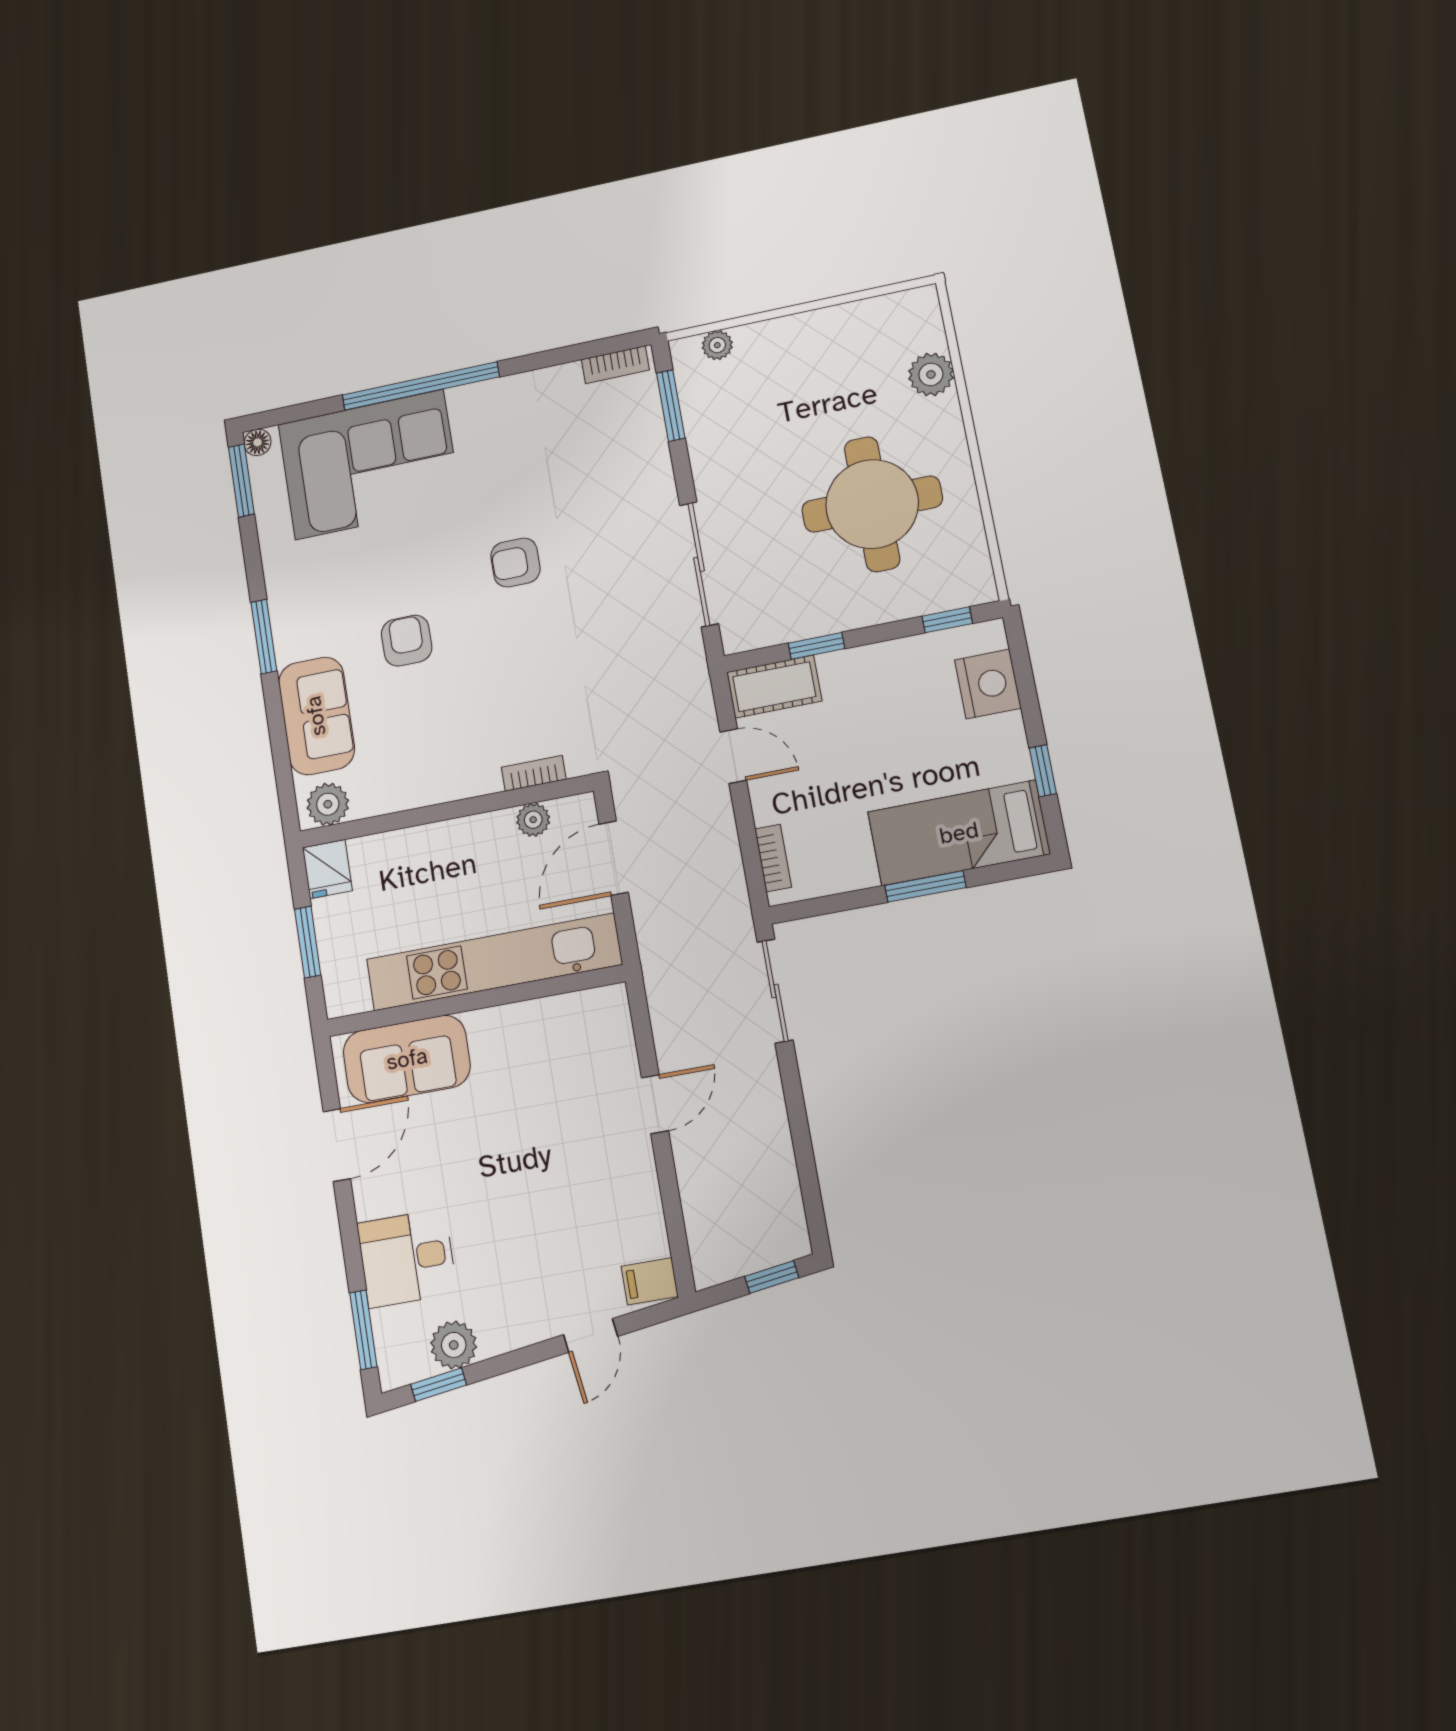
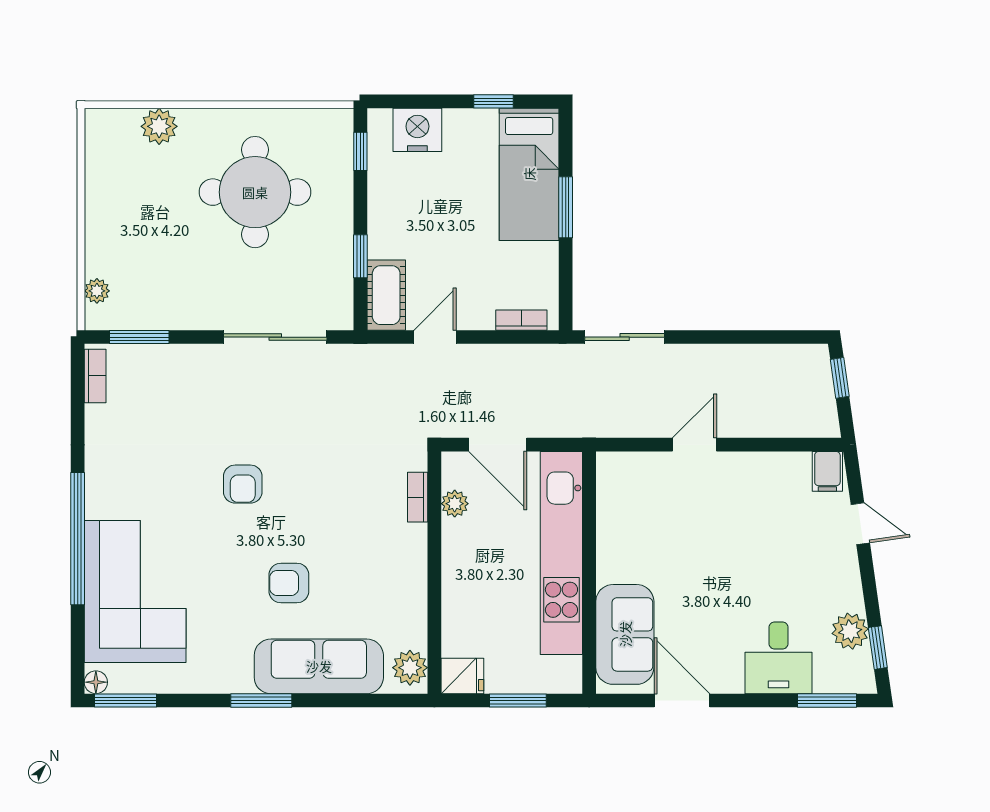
sofa: (316, 716) -> (319, 666), width x1.36
door: (655, 1104) -> (695, 445), hinge flipped

